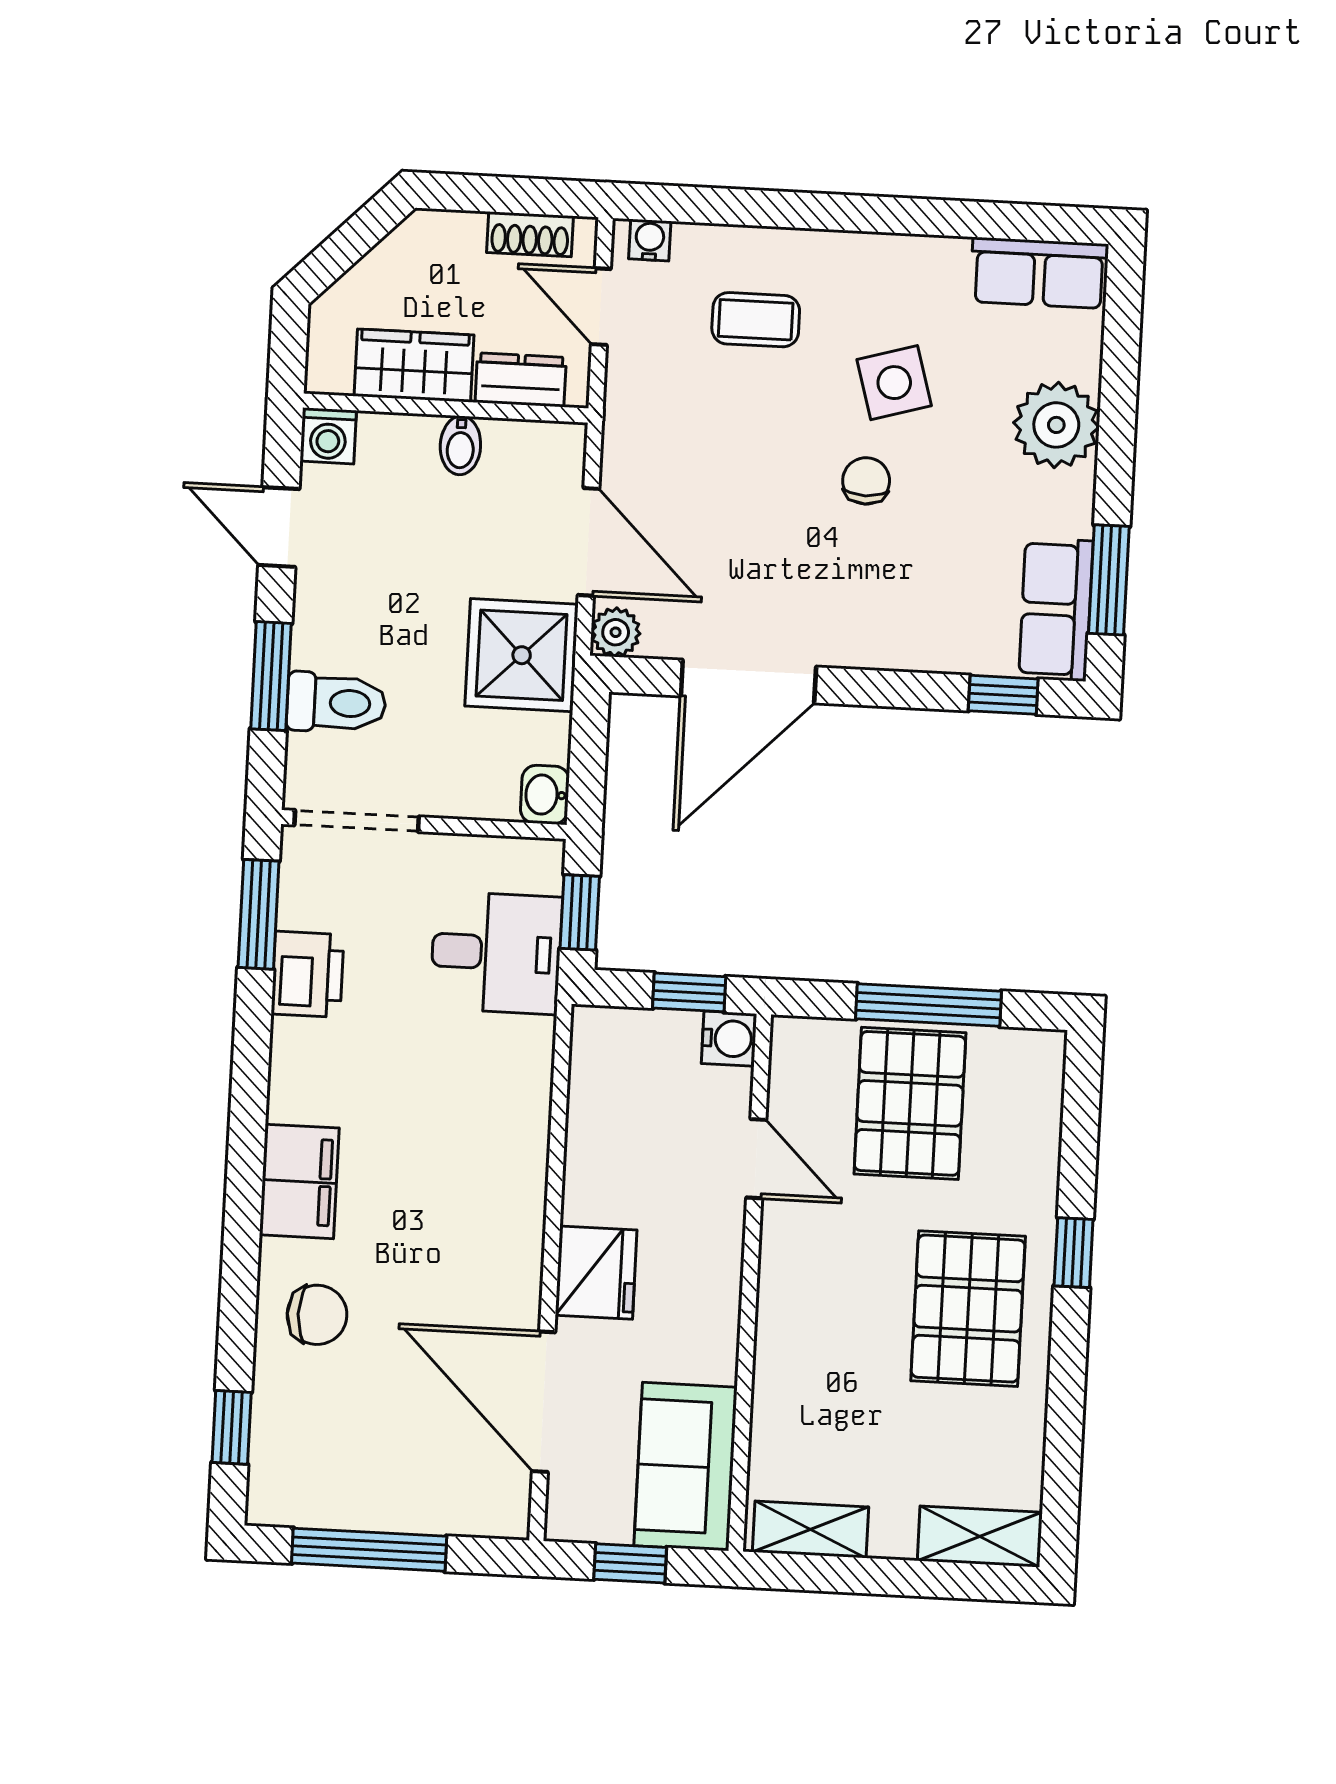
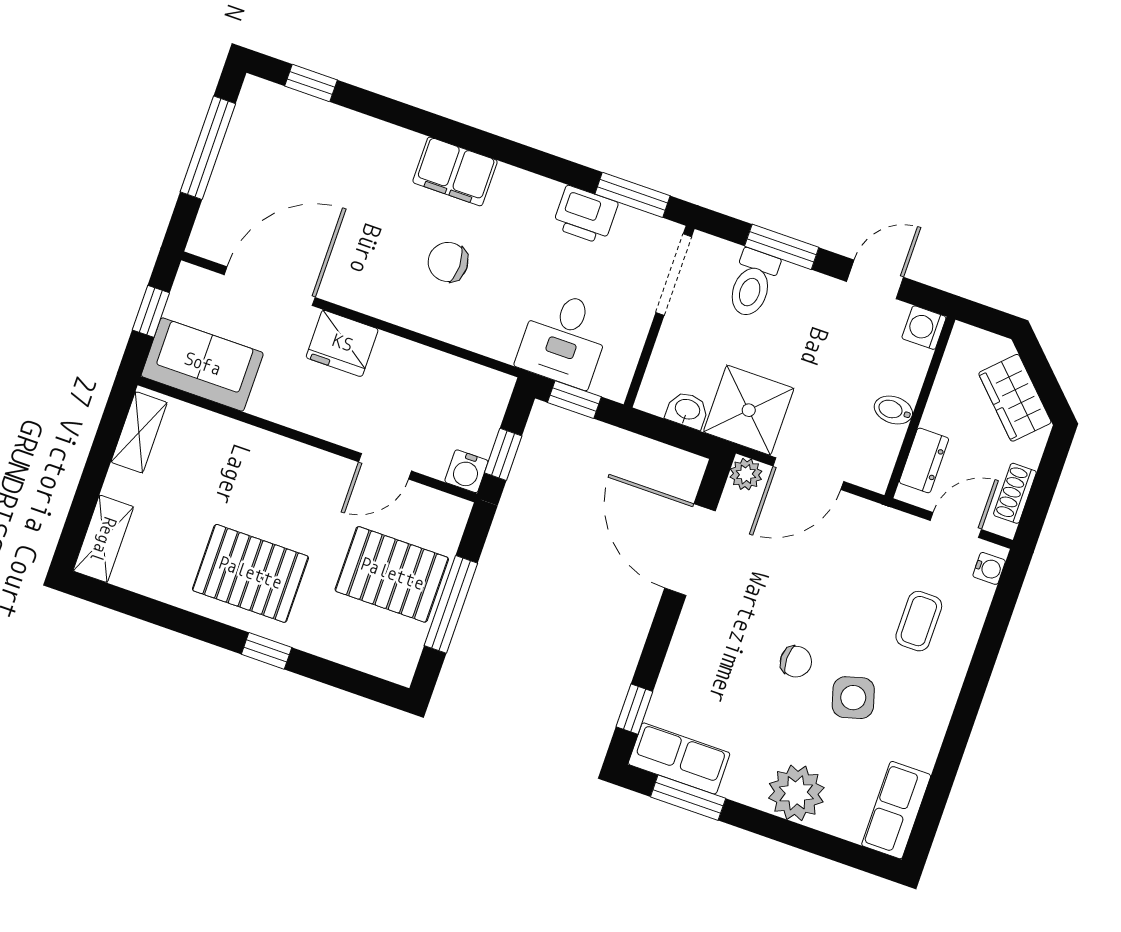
wardrobe: (414, 366) -> (1015, 398), moved, turned 135
washbasin: (545, 795) -> (687, 410), moved
chair: (317, 1315) -> (448, 262), moved, turned 90

